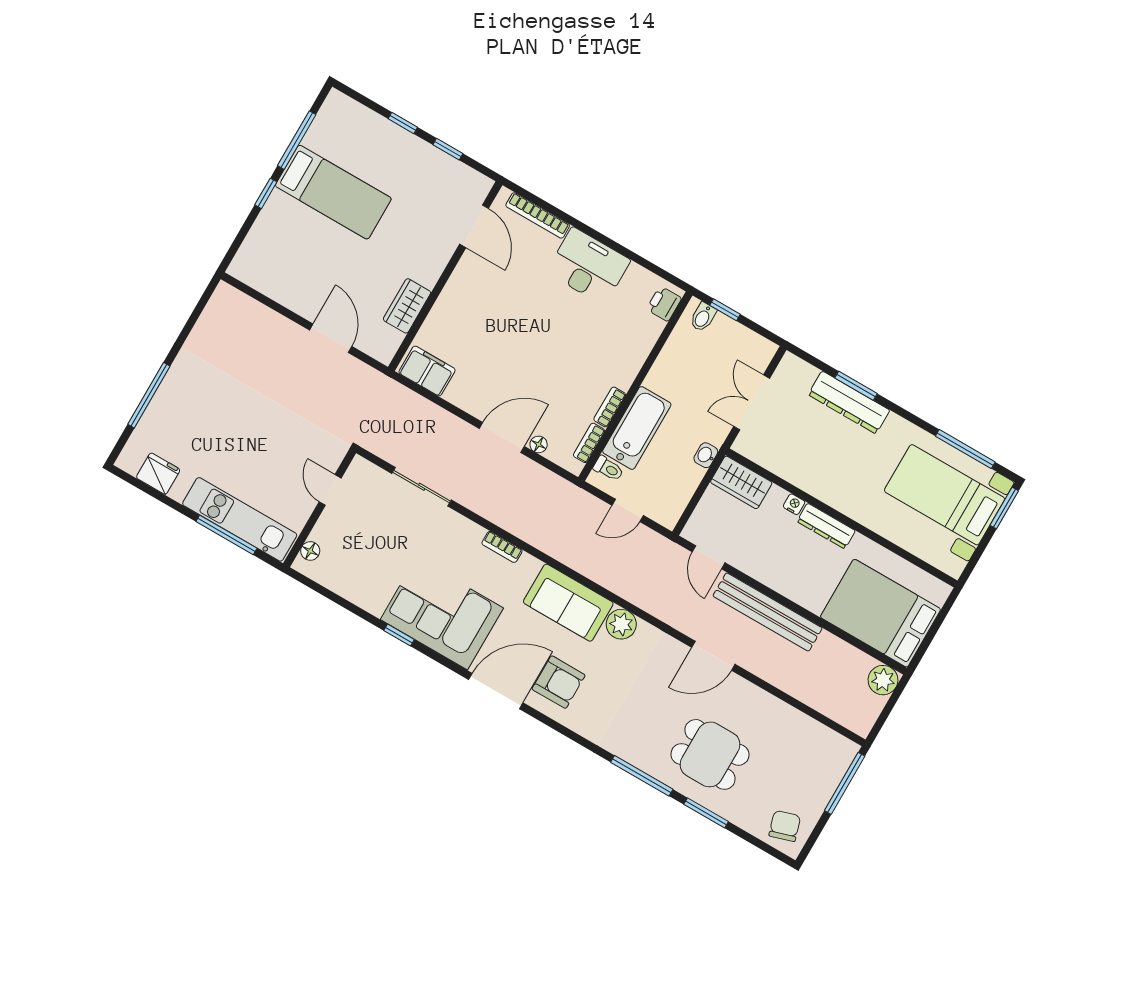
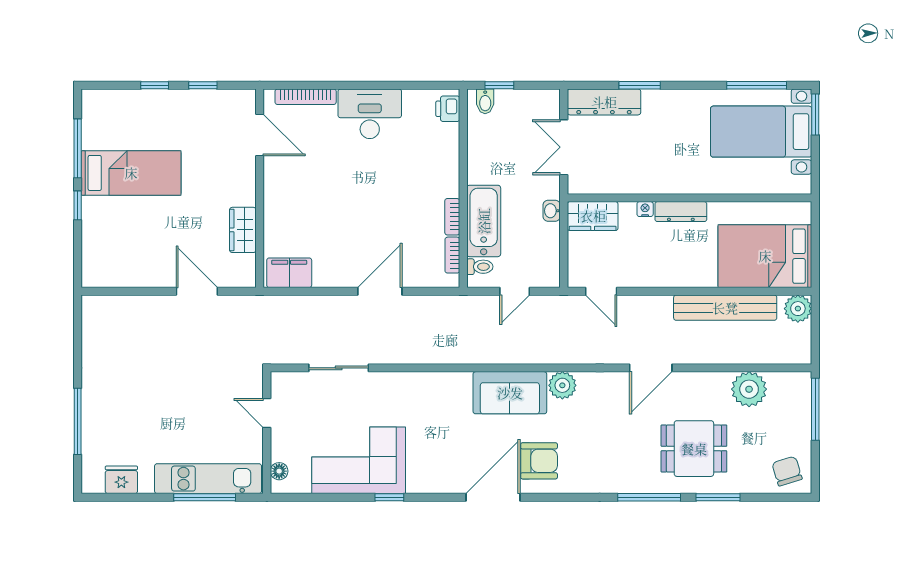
dresser: (849, 402) -> (604, 102), moved
floor lamp: (539, 444) -> (413, 280), removed
bookcase: (502, 547) -> (431, 379), removed
bench: (768, 612) -> (725, 308), moved
corner sofa: (442, 614) -> (359, 460), moved
plant: (794, 729) -> (749, 389), added

